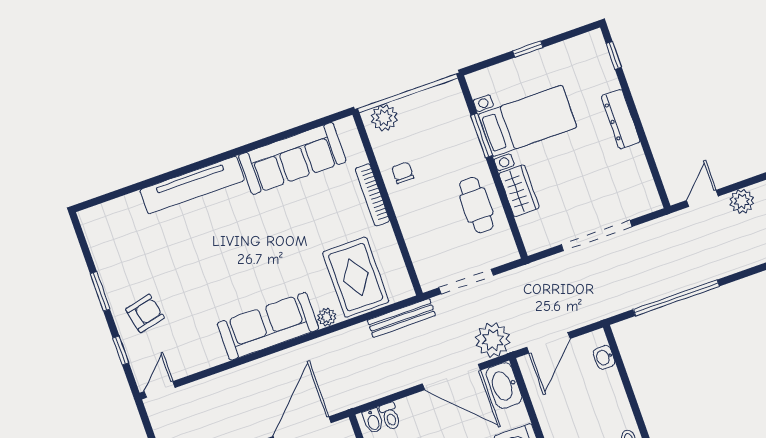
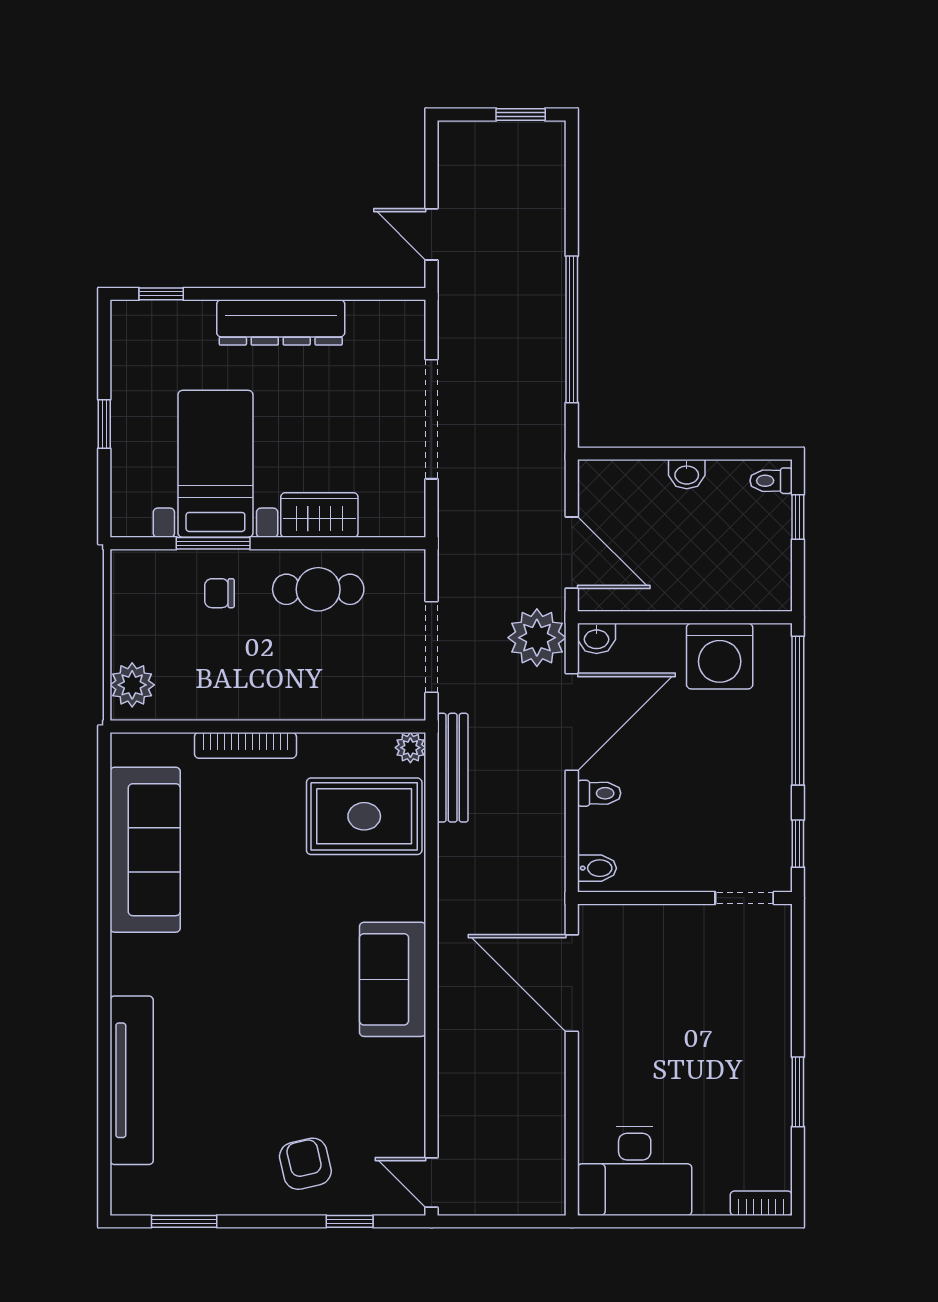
dresser: (621, 119) -> (281, 322), width x1.37, depth x1.24
chair: (403, 173) -> (219, 593), moved
tv unit: (192, 185) -> (132, 1080), moved
plant: (742, 201) -> (458, 175), removed
window: (100, 291) -> (184, 1221), moved
plant: (327, 317) -> (410, 748), moved
sofa: (268, 326) -> (393, 979), width x0.73
washbasin: (604, 357) -> (687, 474), moved
washbasin: (504, 385) -> (596, 638), width x0.52, depth x0.69
toilet: (390, 416) -> (599, 793), moved

